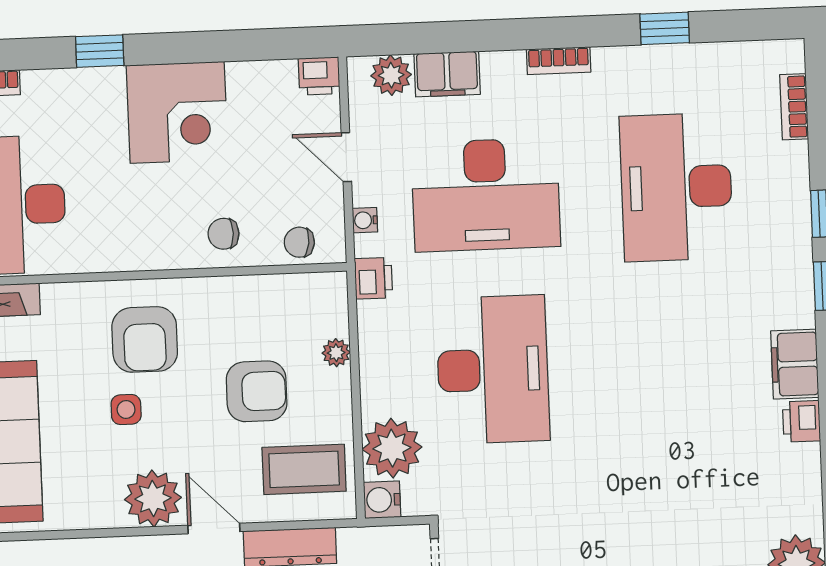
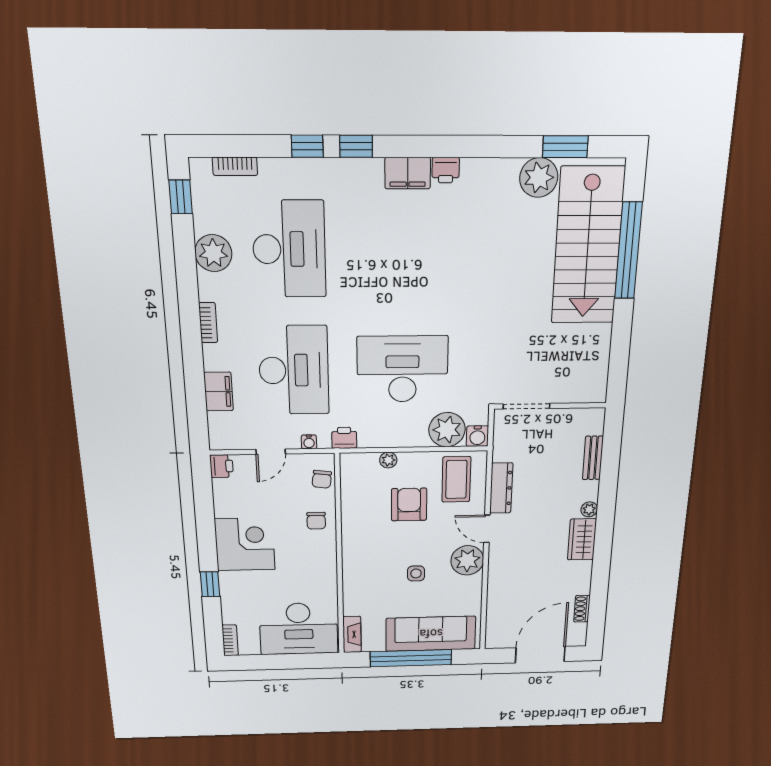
window: (665, 28) -> (181, 197), moved
plant: (391, 75) -> (213, 253), moved, width x1.36, depth x1.36
desk: (676, 187) -> (289, 249), turned -90
armchair: (145, 339) -> (376, 563), removed
door: (214, 528) -> (487, 529), hinge flipped

